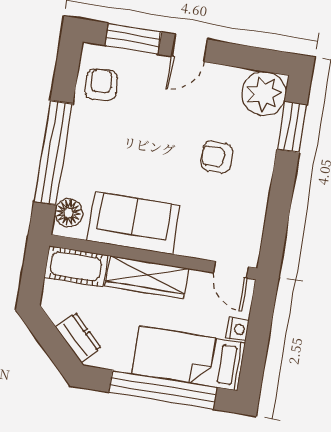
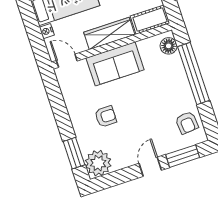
sofa: (134, 223) -> (115, 64), moved

